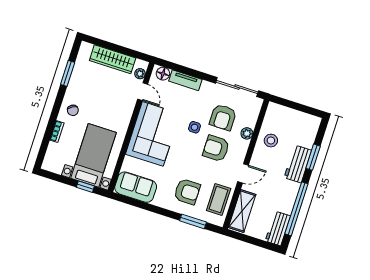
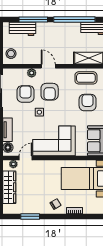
armchair: (223, 117) -> (25, 94), turned -90
stool: (271, 141) -> (11, 54), moved
window: (313, 157) -> (33, 19), width x1.44
workbench: (298, 164) -> (22, 29), moved
door: (243, 173) -> (48, 66), moved

